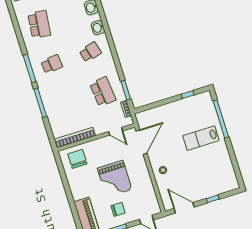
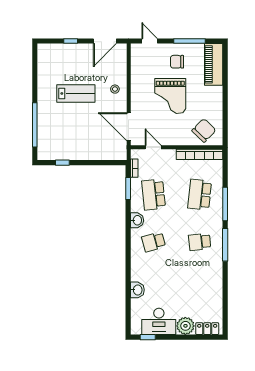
school desk: (39, 24) -> (200, 195), moved
washbasin: (98, 28) -> (137, 220), moved
lab bench: (201, 138) -> (76, 93), moved
door: (141, 142) -> (129, 127), hinge flipped
chair: (77, 159) -> (204, 130), turned -136
grand piano: (115, 179) -> (170, 96), turned 180
door: (184, 208) -> (105, 41), hinge flipped

